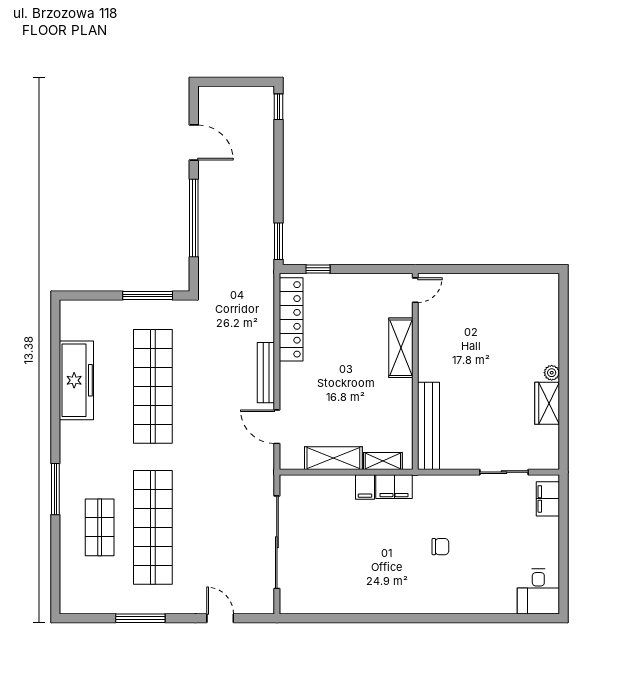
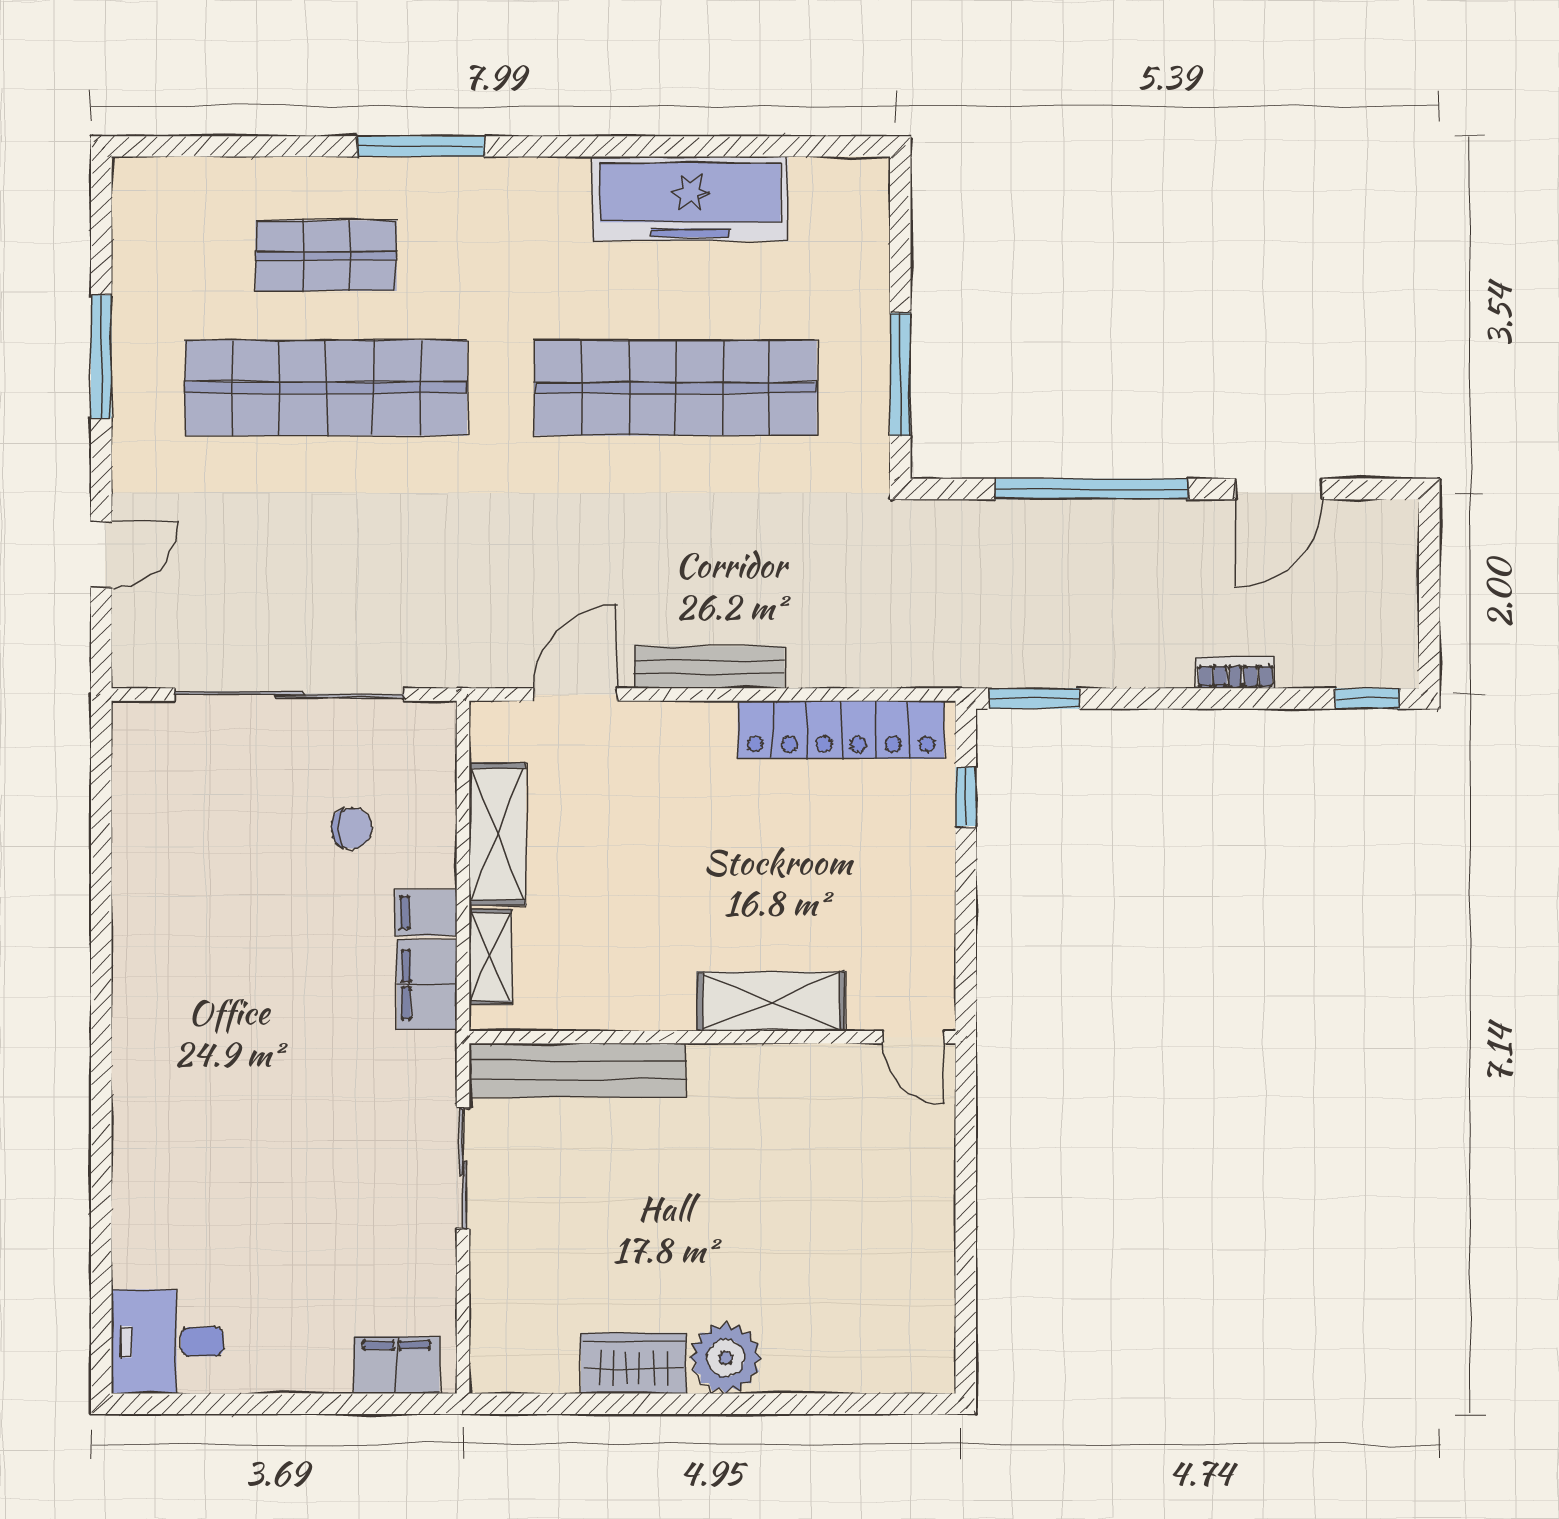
bookcase: (268, 160) -> (1235, 673), added
plant: (552, 373) -> (726, 1358), width x1.88, depth x1.88
sliding door: (504, 472) -> (463, 1168), moved
chair: (440, 547) -> (352, 828), moved, turned -90

